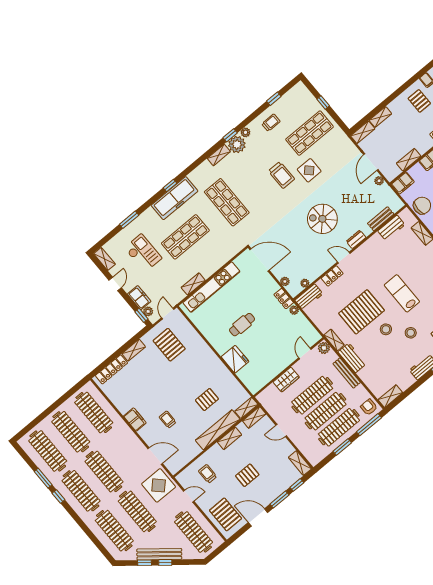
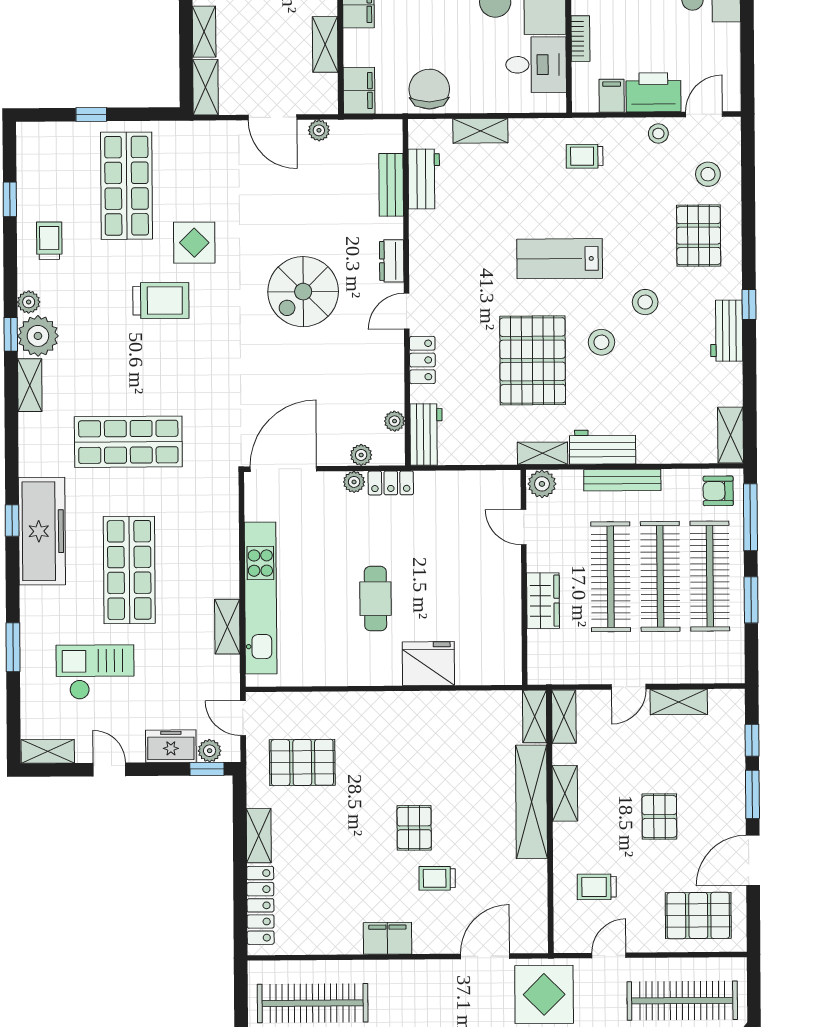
plant: (294, 310) -> (354, 482), moved
pallet: (207, 400) -> (414, 828), moved
shelving: (300, 463) -> (679, 702), moved

